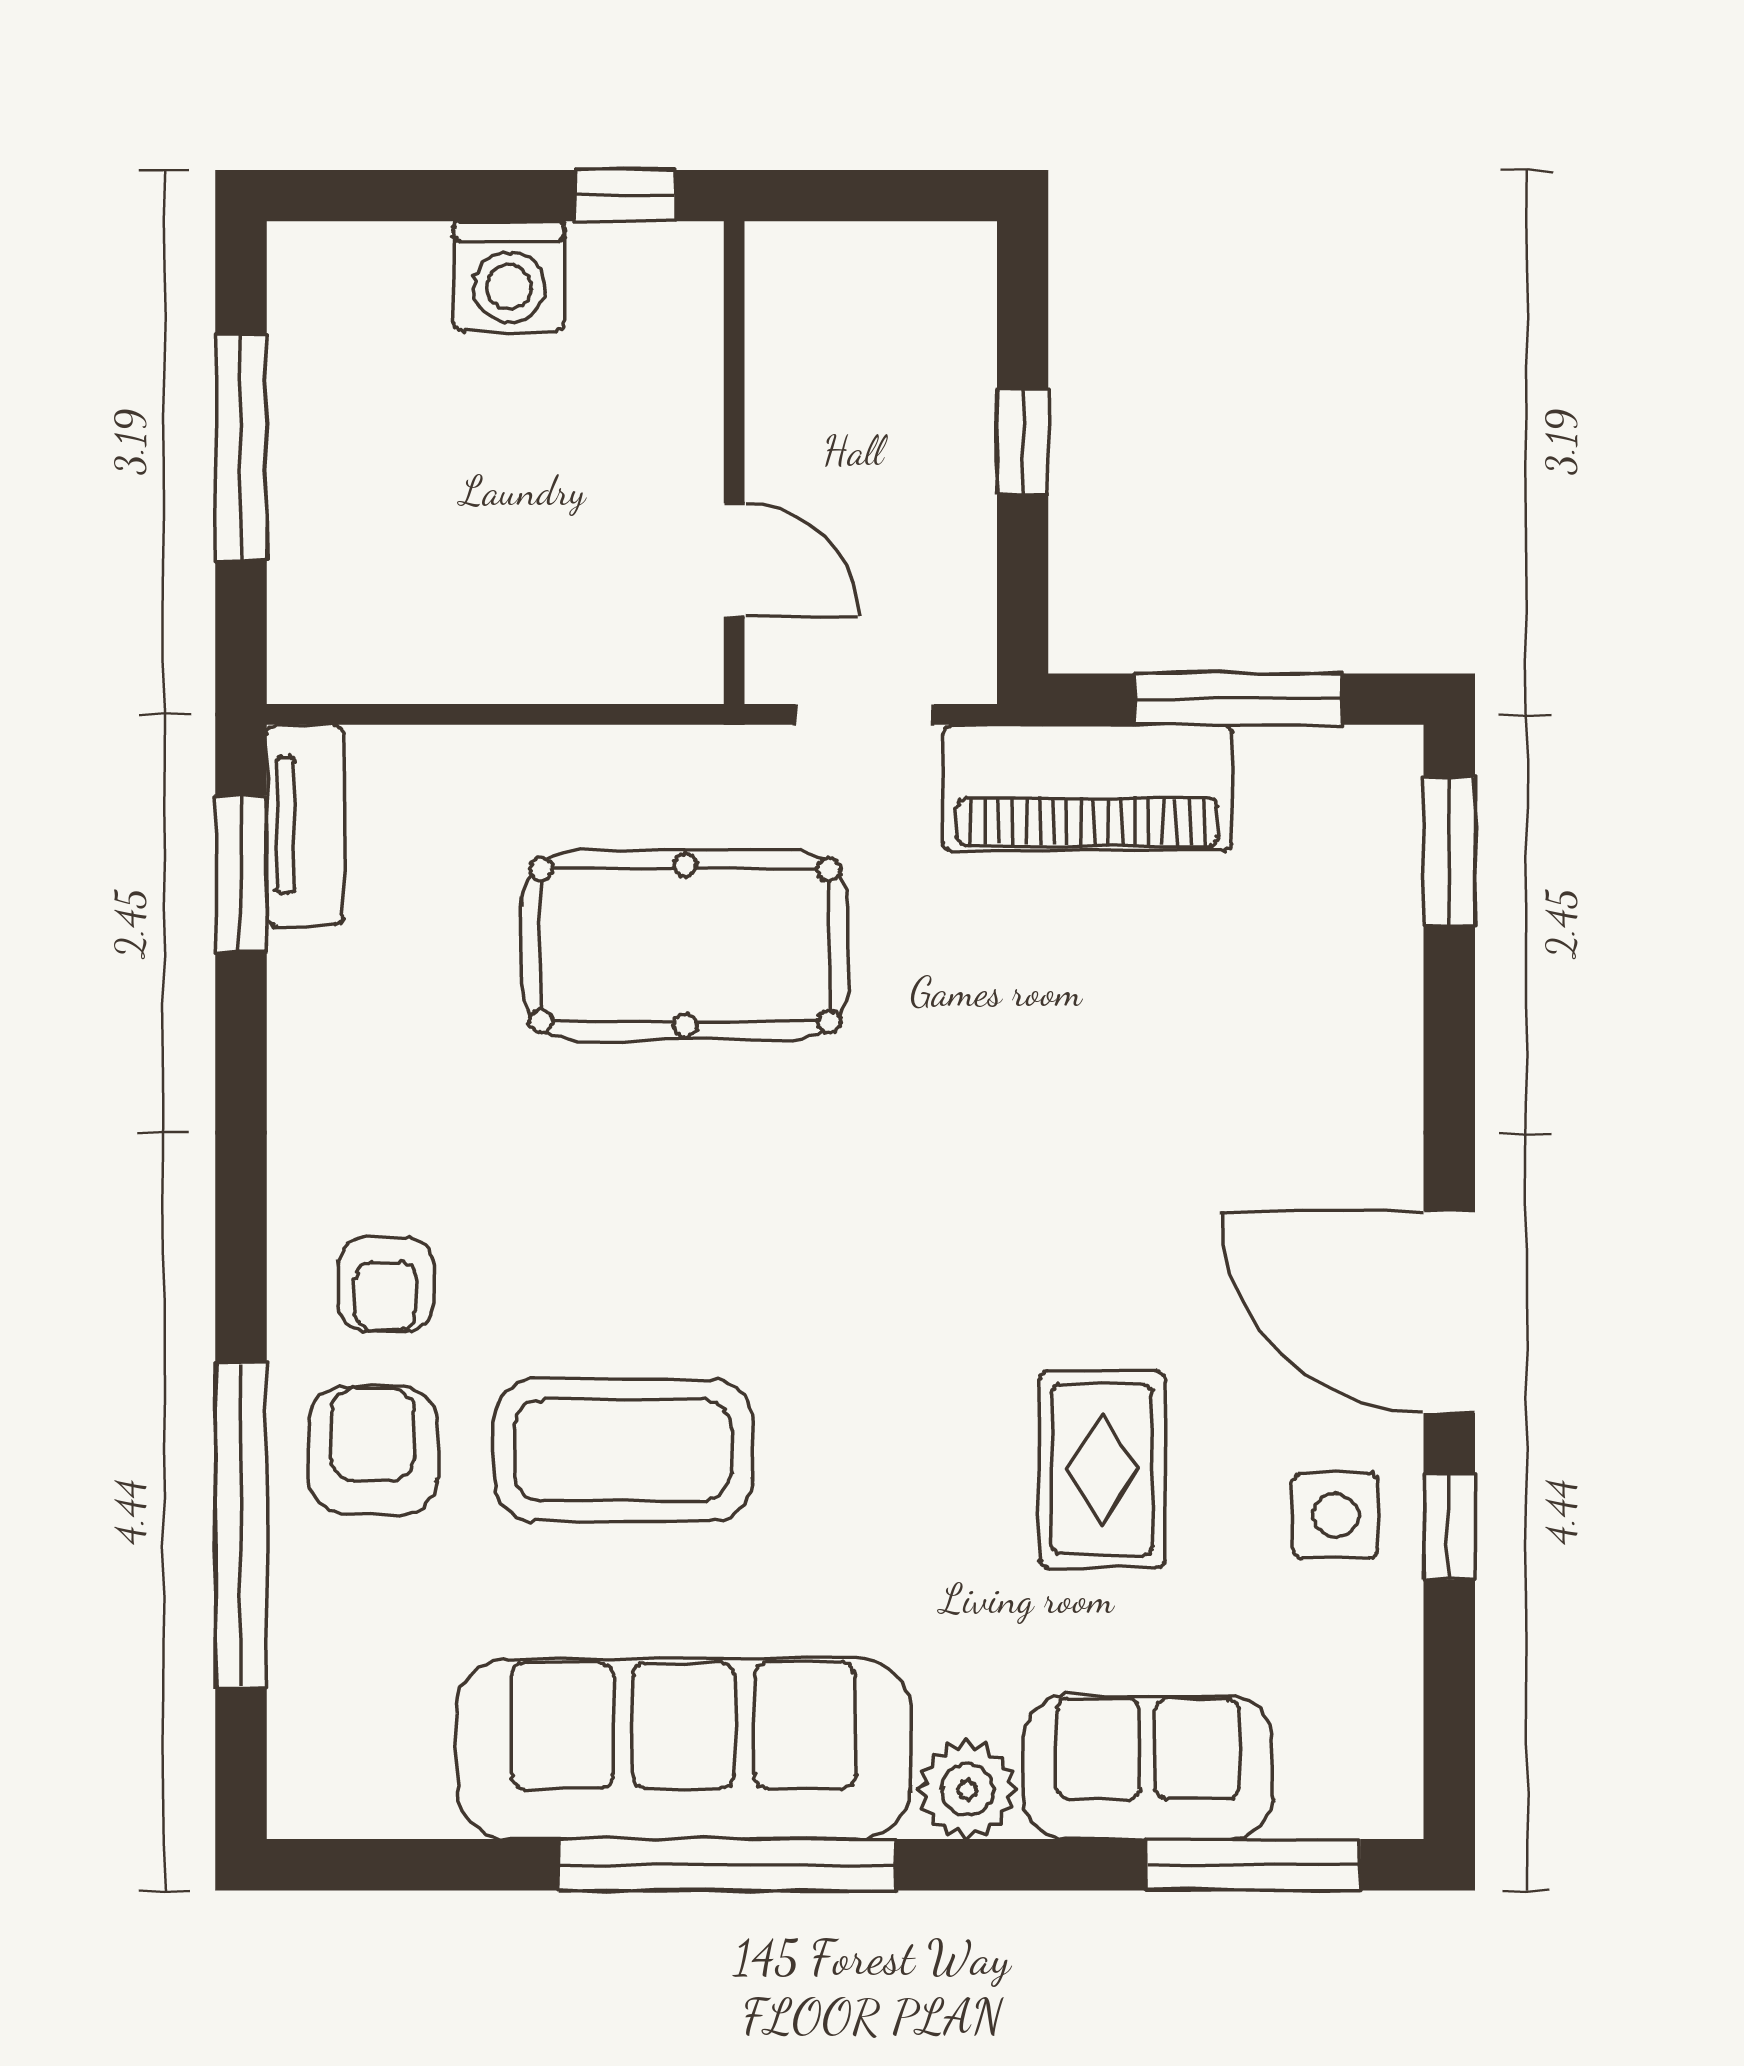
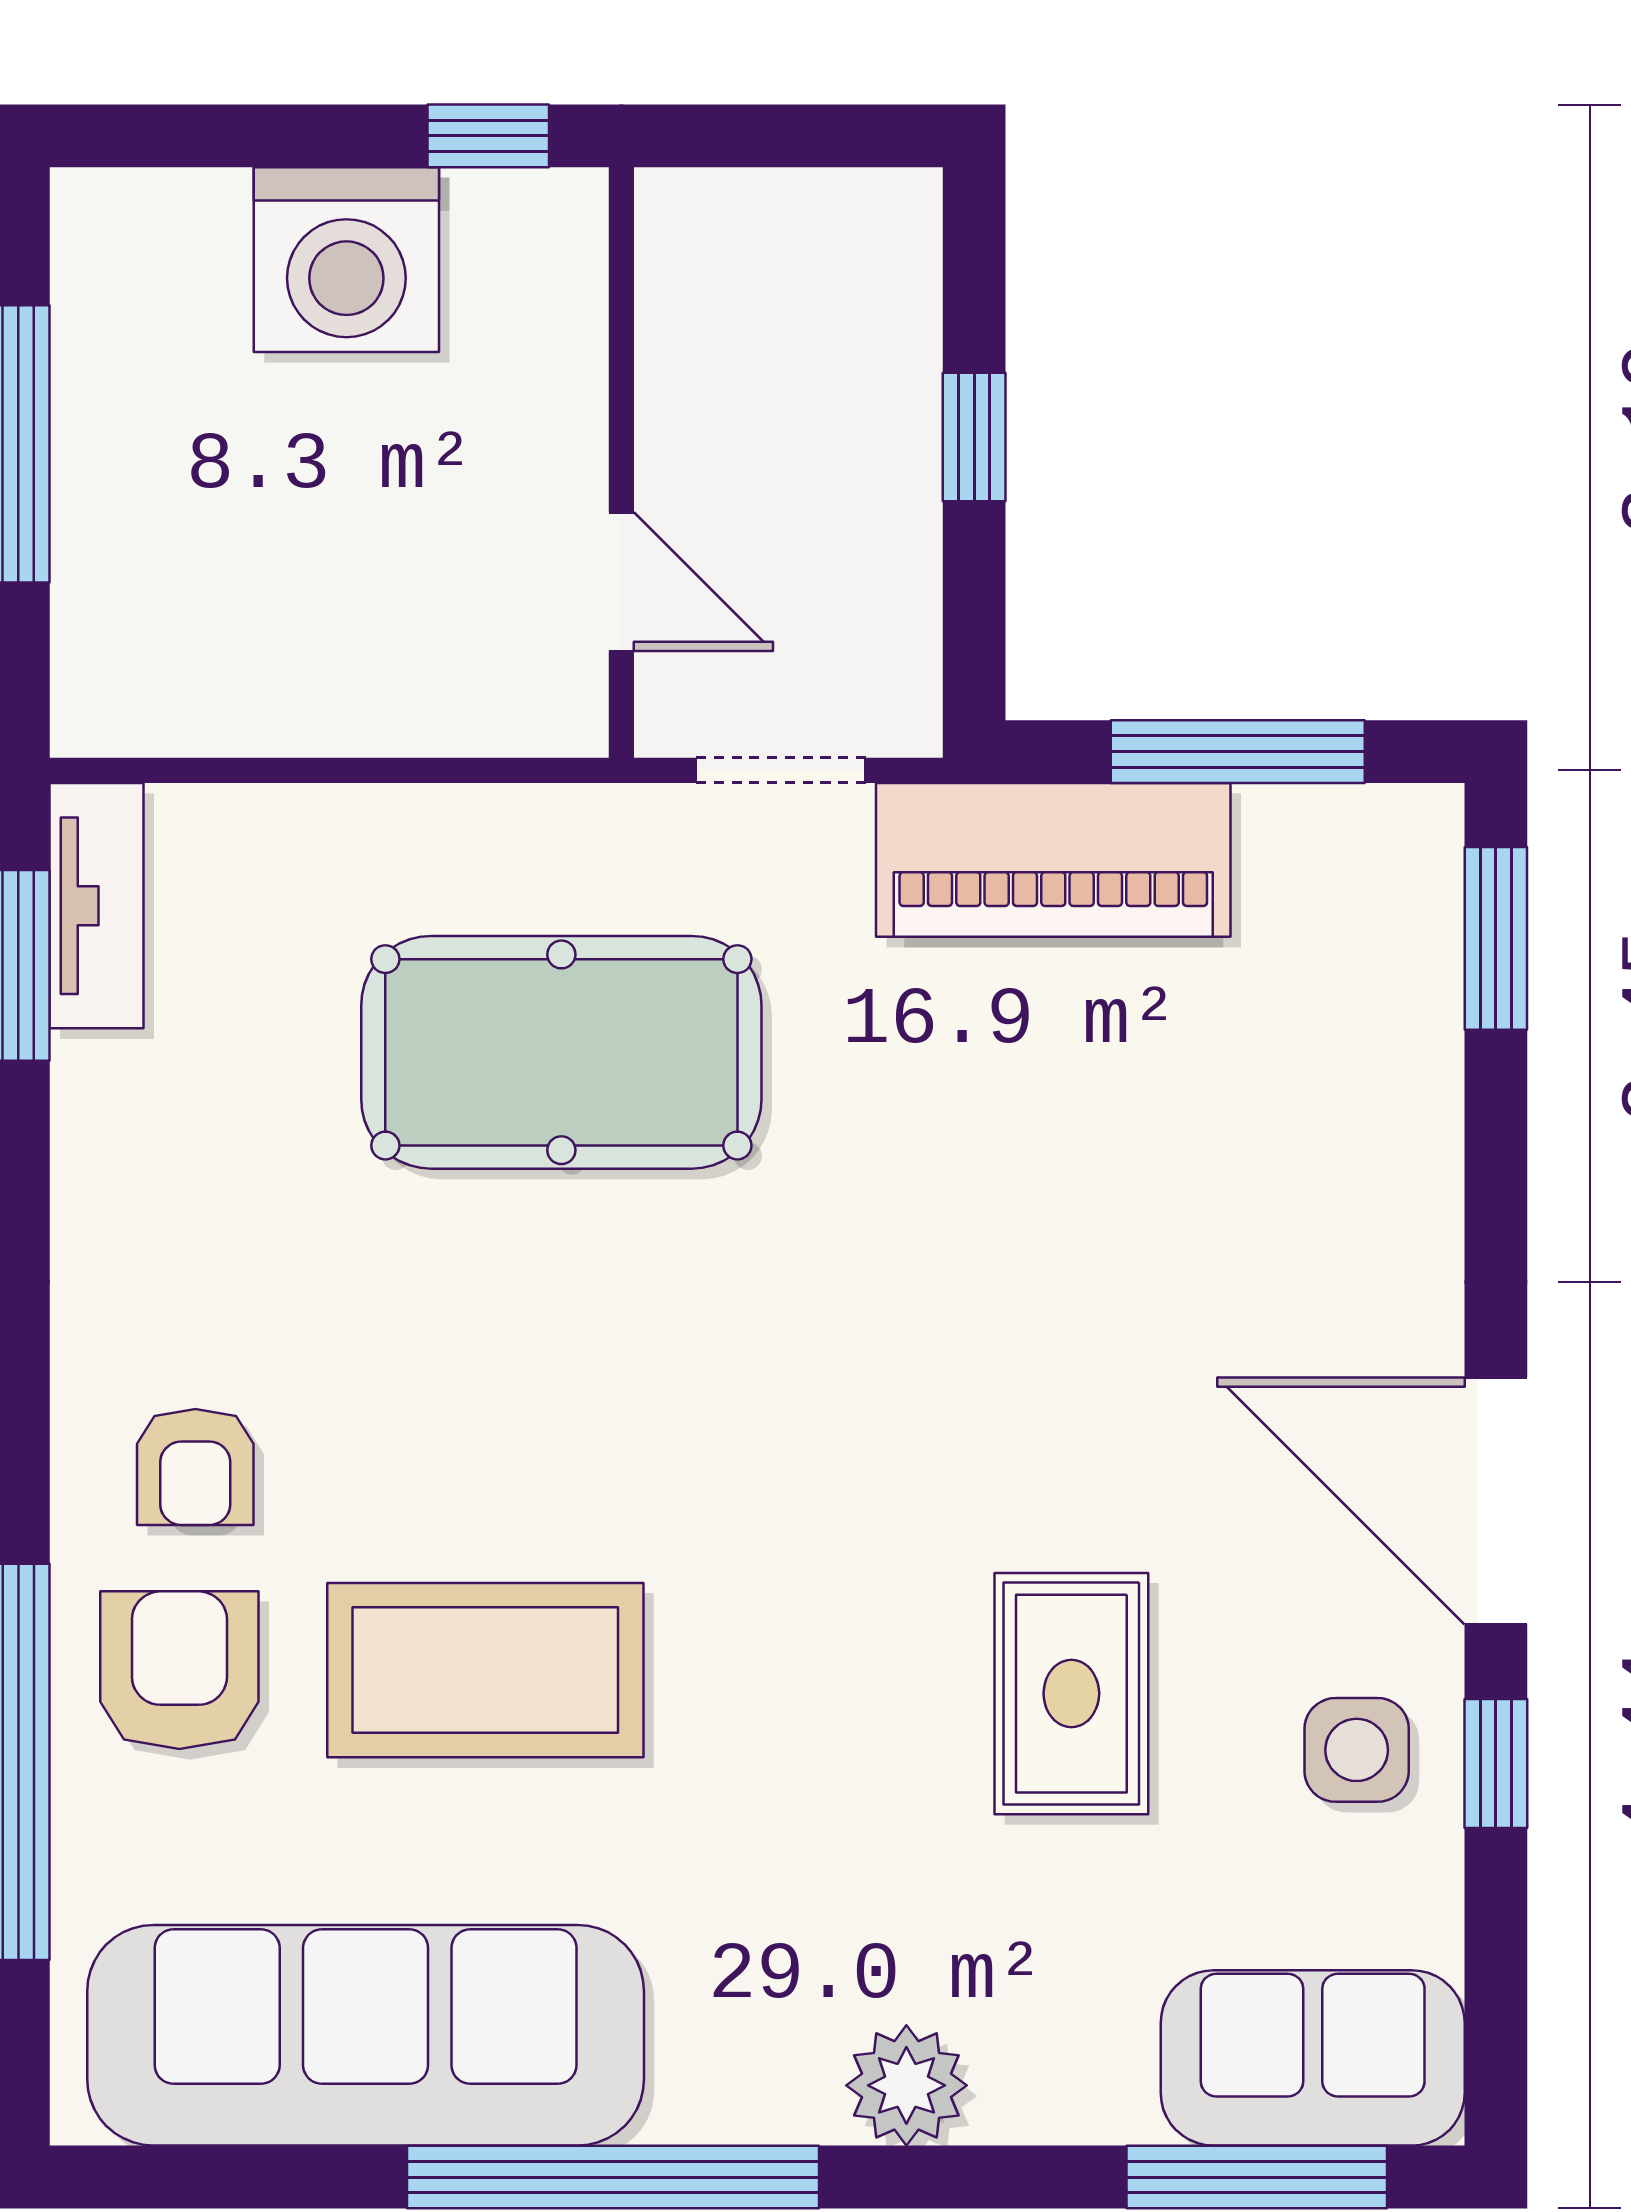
washing machine: (509, 276) -> (346, 260), width x1.37, depth x1.37
sofa: (684, 1749) -> (366, 2035), moved
sofa: (1148, 1767) -> (1313, 2058), moved

